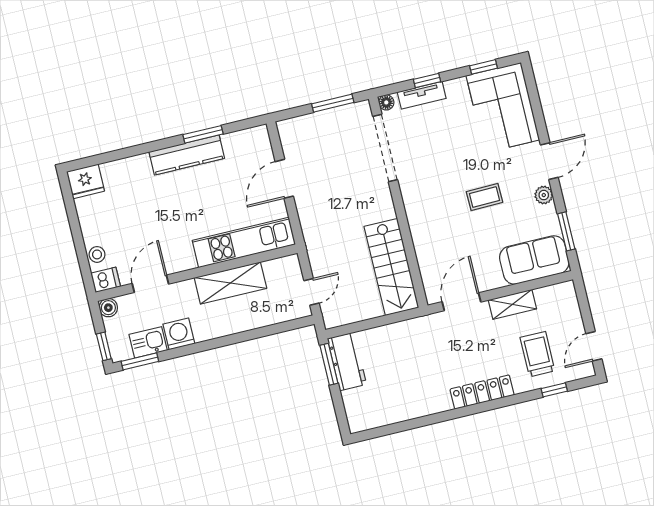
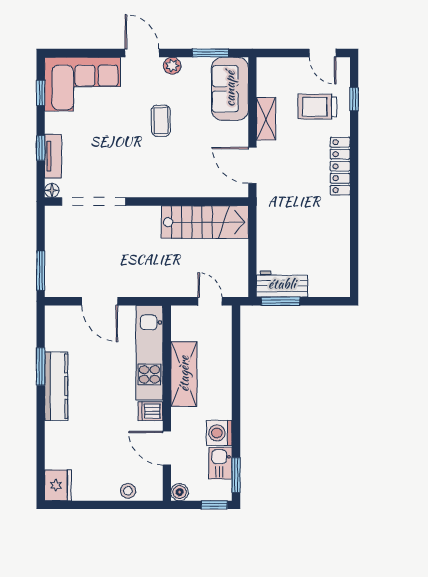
window: (333, 103) -> (41, 271), moved
dishwasher: (106, 280) -> (150, 411), moved, turned -90

